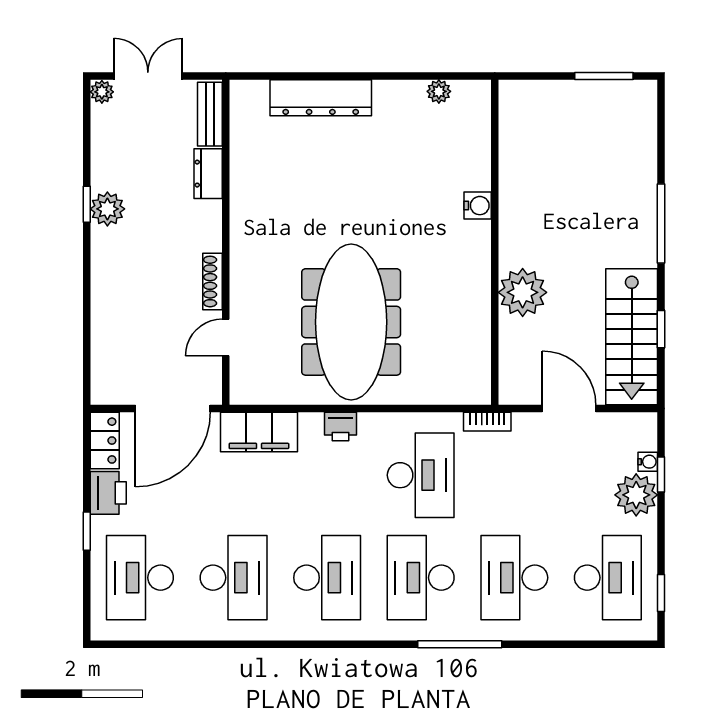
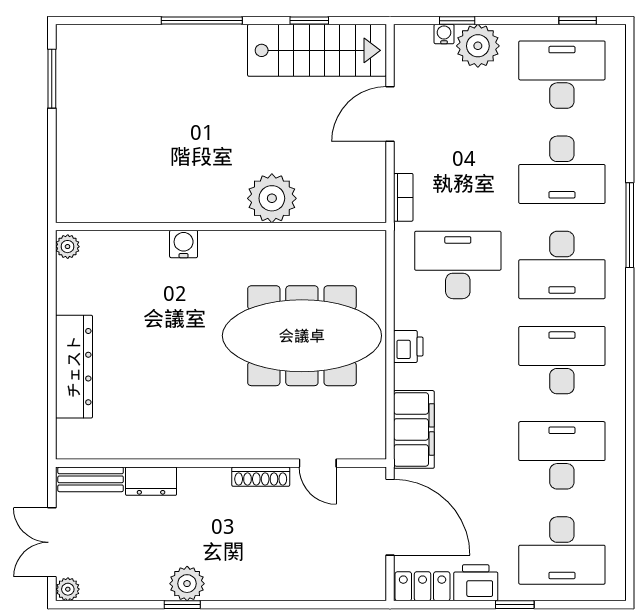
water cooler: (478, 206) -> (184, 244), moved
wall: (495, 242) -> (221, 226), moved
plant: (523, 292) -> (272, 198), moved

